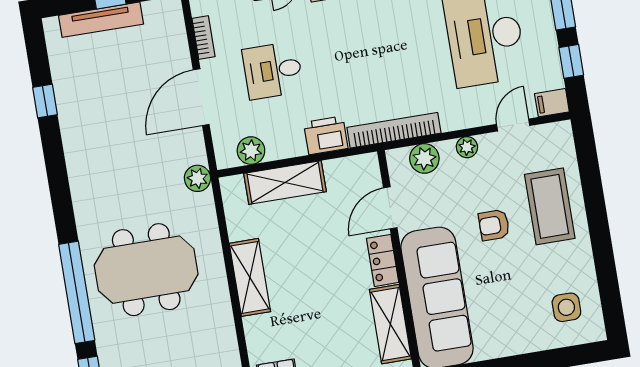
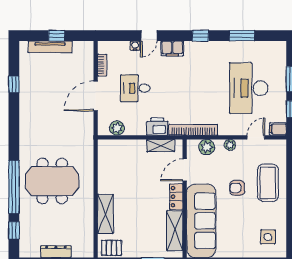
plant: (197, 178) -> (87, 138), removed
shelving: (285, 182) -> (161, 146), moved, width x0.67, depth x0.75
shelving: (250, 277) -> (105, 214), moved

